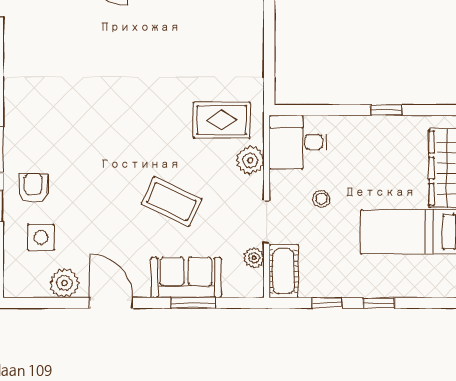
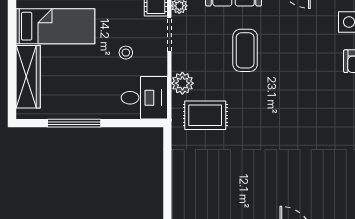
window: (386, 110) -> (74, 123), width x2.17
coffee table: (171, 202) -> (245, 50), turned 65

